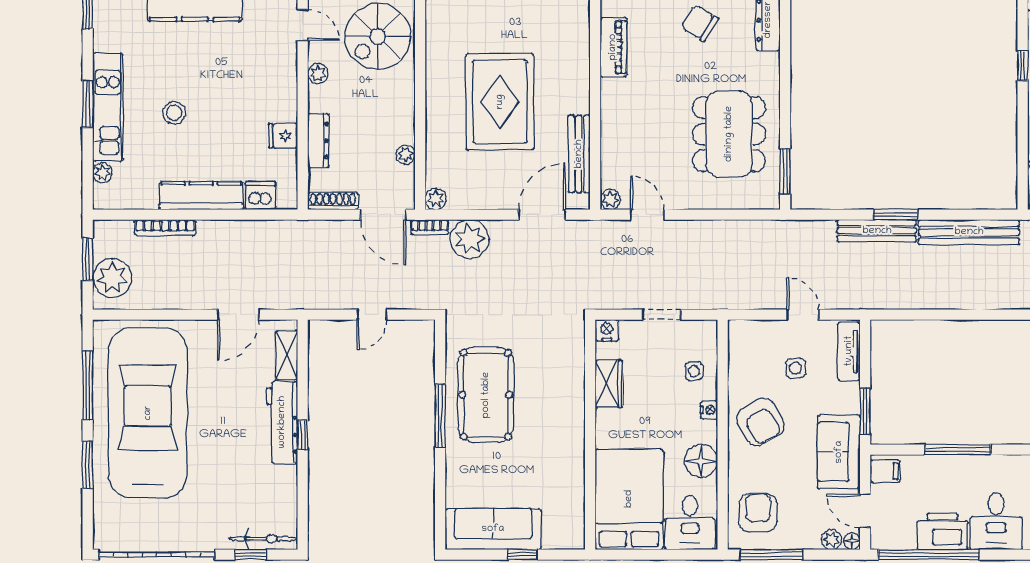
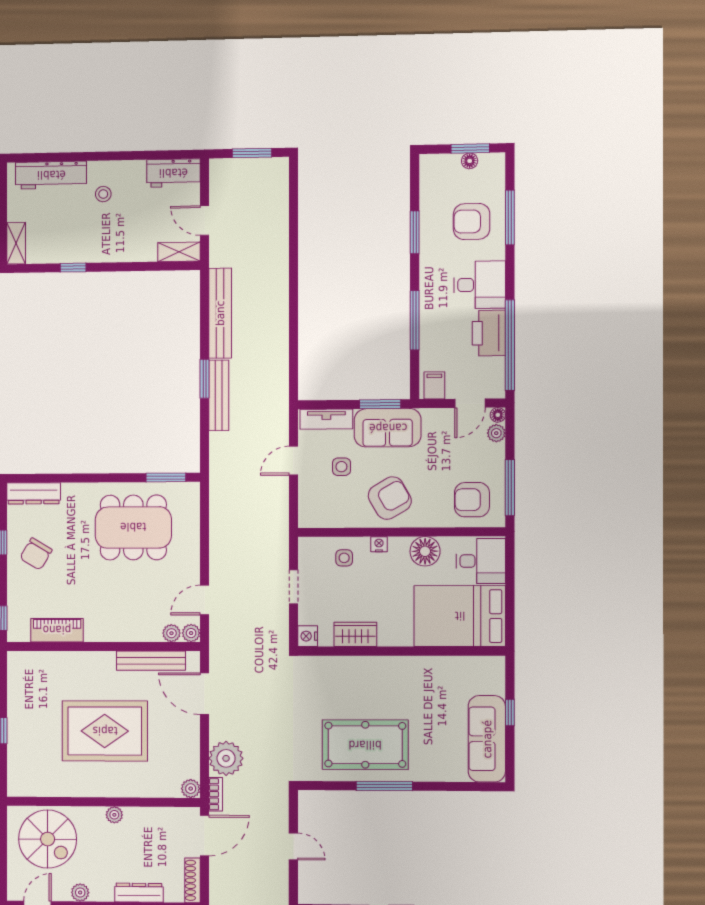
plant: (406, 155) -> (114, 815), moved
plant: (610, 177) -> (171, 633), added
sofa: (839, 452) -> (388, 428), moved

